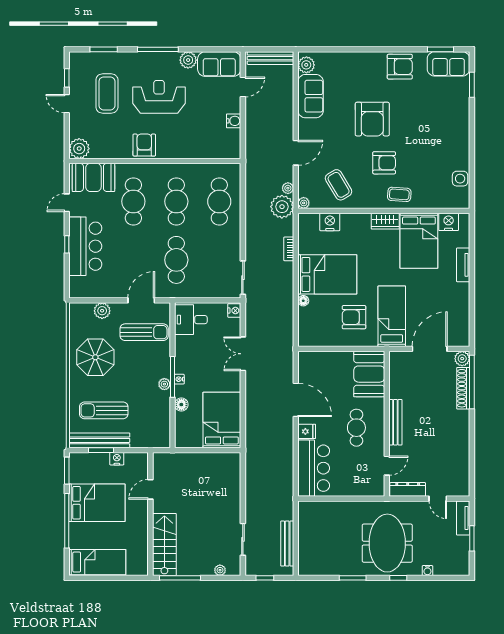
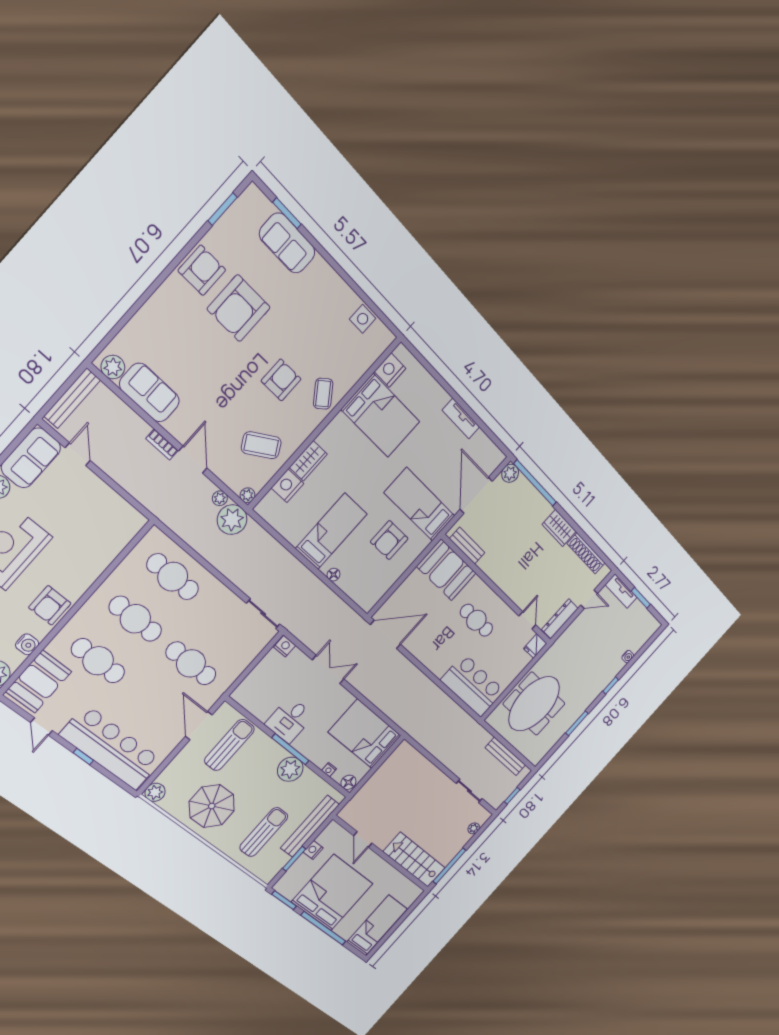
sofa: (449, 64) -> (287, 243), moved, turned 90
armchair: (372, 119) -> (239, 308), moved, turned 90
water cooler: (234, 121) -> (27, 644), moved, turned 90
armchair: (144, 145) -> (50, 605), turned -90
coffee table: (399, 194) -> (323, 394), turned -42
wardrobe: (385, 221) -> (308, 461), moved
bar counter: (85, 246) -> (111, 748), width x1.36
bookcase: (289, 249) -> (162, 445), moved
tv unit: (463, 265) -> (461, 419), moved
bed: (327, 274) -> (331, 531), width x0.67
plant: (102, 311) -> (155, 792), moved
desk: (191, 320) -> (290, 720), moved
double door: (243, 354) -> (328, 670), swing flipped
nightstand: (179, 379) -> (329, 770), moved
plant: (164, 384) -> (290, 769), width x1.88, depth x1.88
shoe rack: (463, 388) -> (586, 553), moved
door: (296, 400) -> (386, 635), moved
floor lamp: (181, 405) -> (348, 782), moved
sun lounger: (104, 410) -> (264, 832), turned 180
bench: (395, 422) -> (467, 546), moved, width x0.73
wardrobe: (461, 428) -> (559, 528), added
fridge: (307, 431) -> (535, 646), moved, turned 180
bench: (99, 440) -> (310, 826), moved
bed: (97, 503) -> (332, 893), width x1.36
meeting table: (387, 543) -> (534, 704), moved, turned 90

